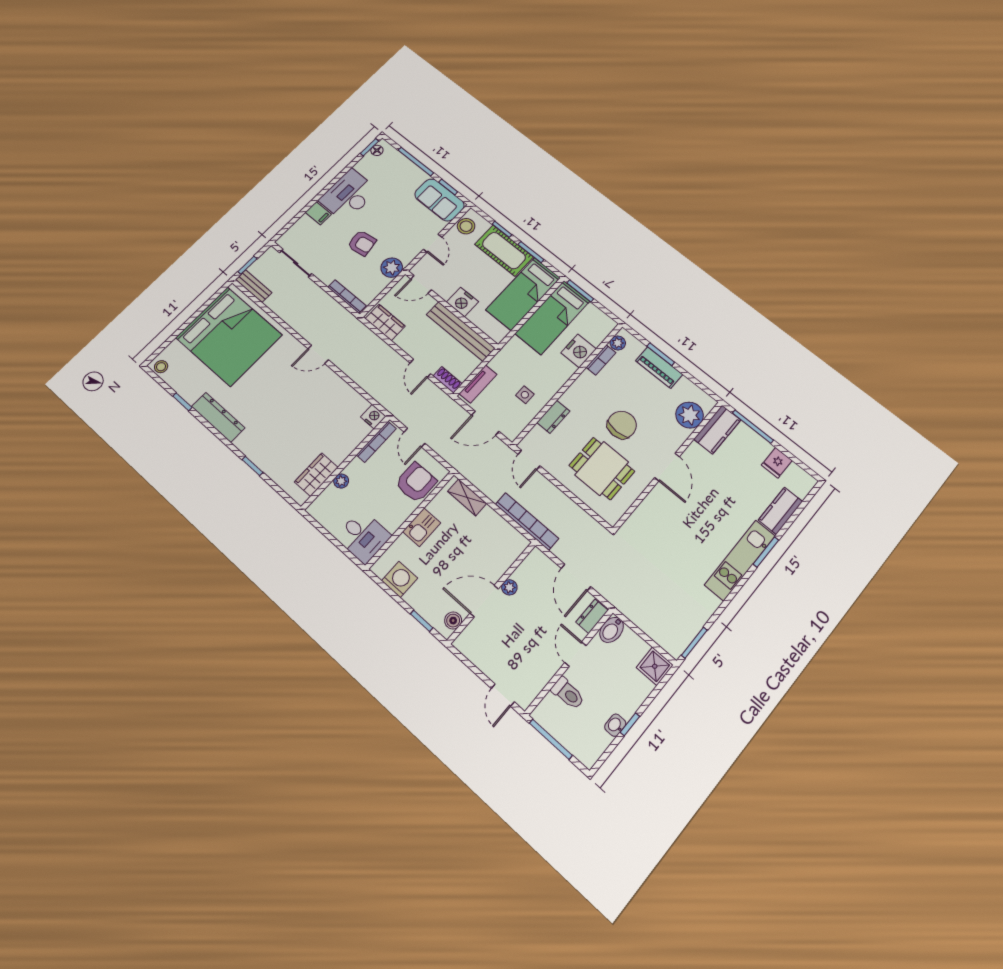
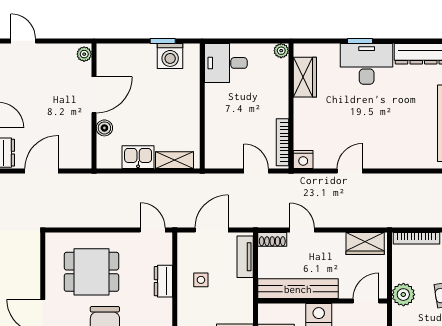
door: (318, 354) -> (350, 171), moved
desk: (264, 445) -> (367, 64), added
plant: (341, 481) -> (281, 51), moved
armchair: (416, 482) -> (223, 138), removed
bookcase: (527, 521) -> (113, 181), removed
kitchen sink: (422, 527) -> (138, 157), moved, turned 90
door: (576, 577) -> (42, 171), hinge flipped
plant: (509, 587) -> (84, 54), moved
window: (422, 621) -> (163, 41), moved
boiler: (453, 621) -> (104, 128), moved

